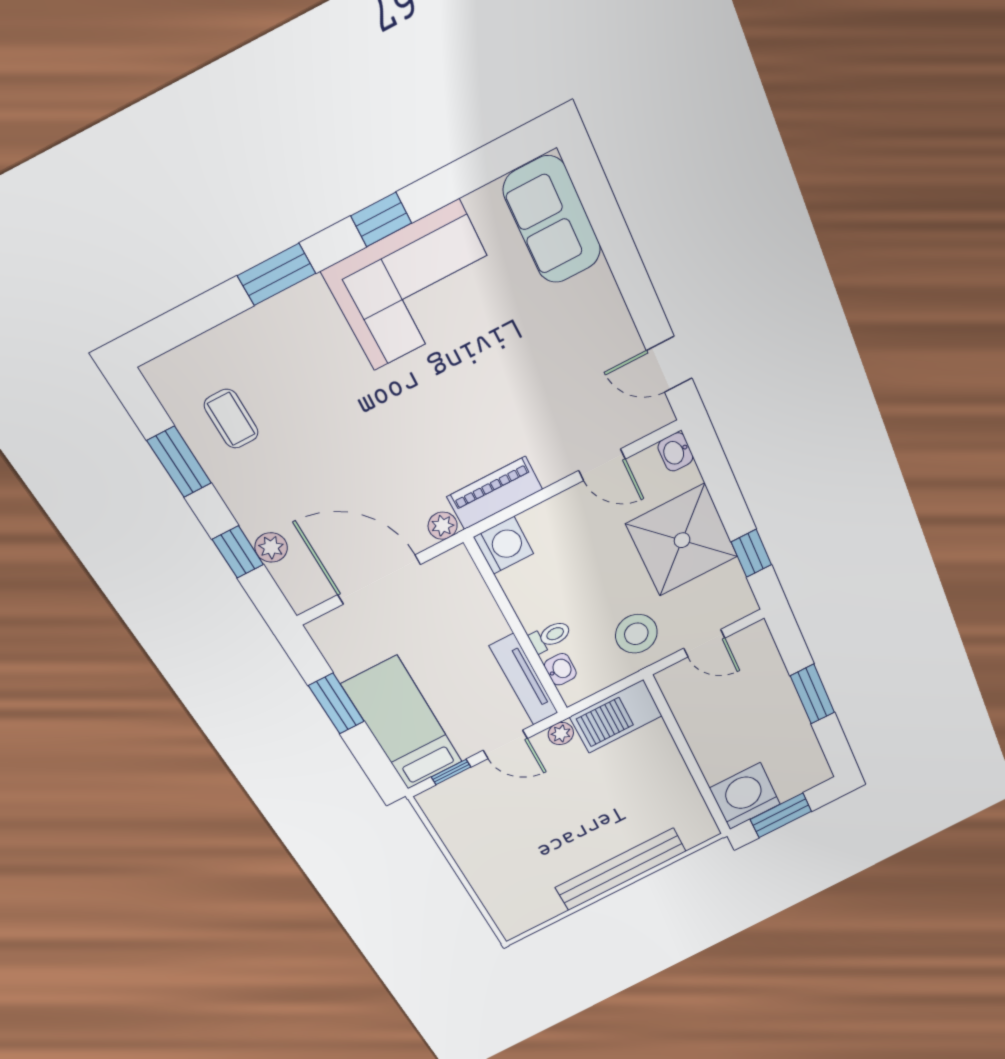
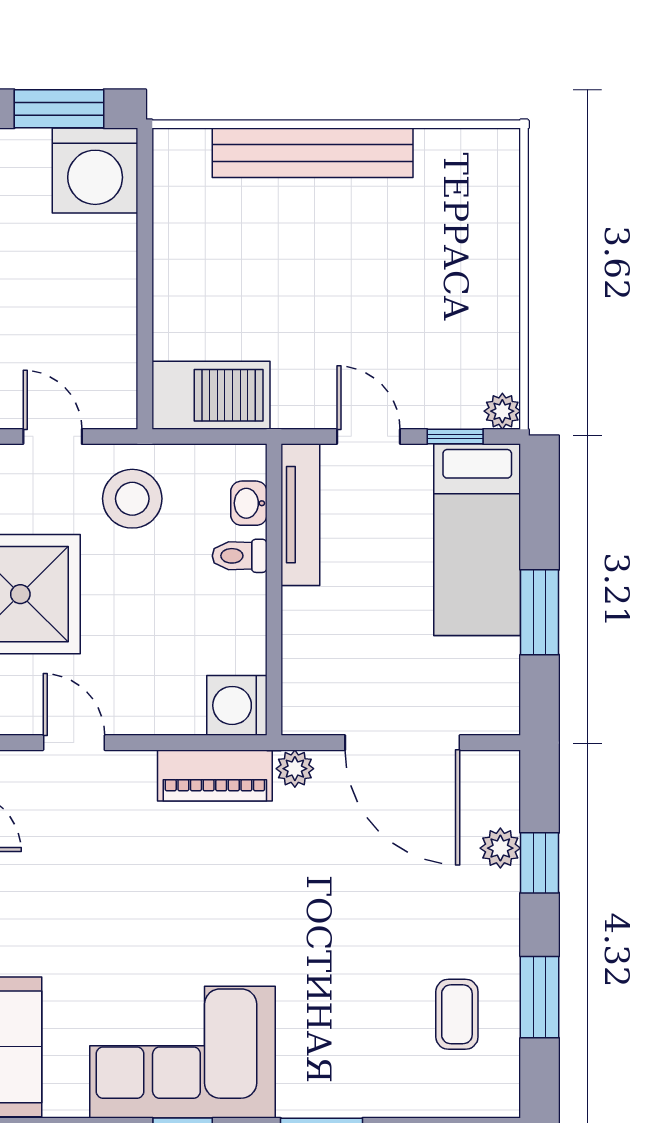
plant: (561, 734) -> (502, 411), moved

